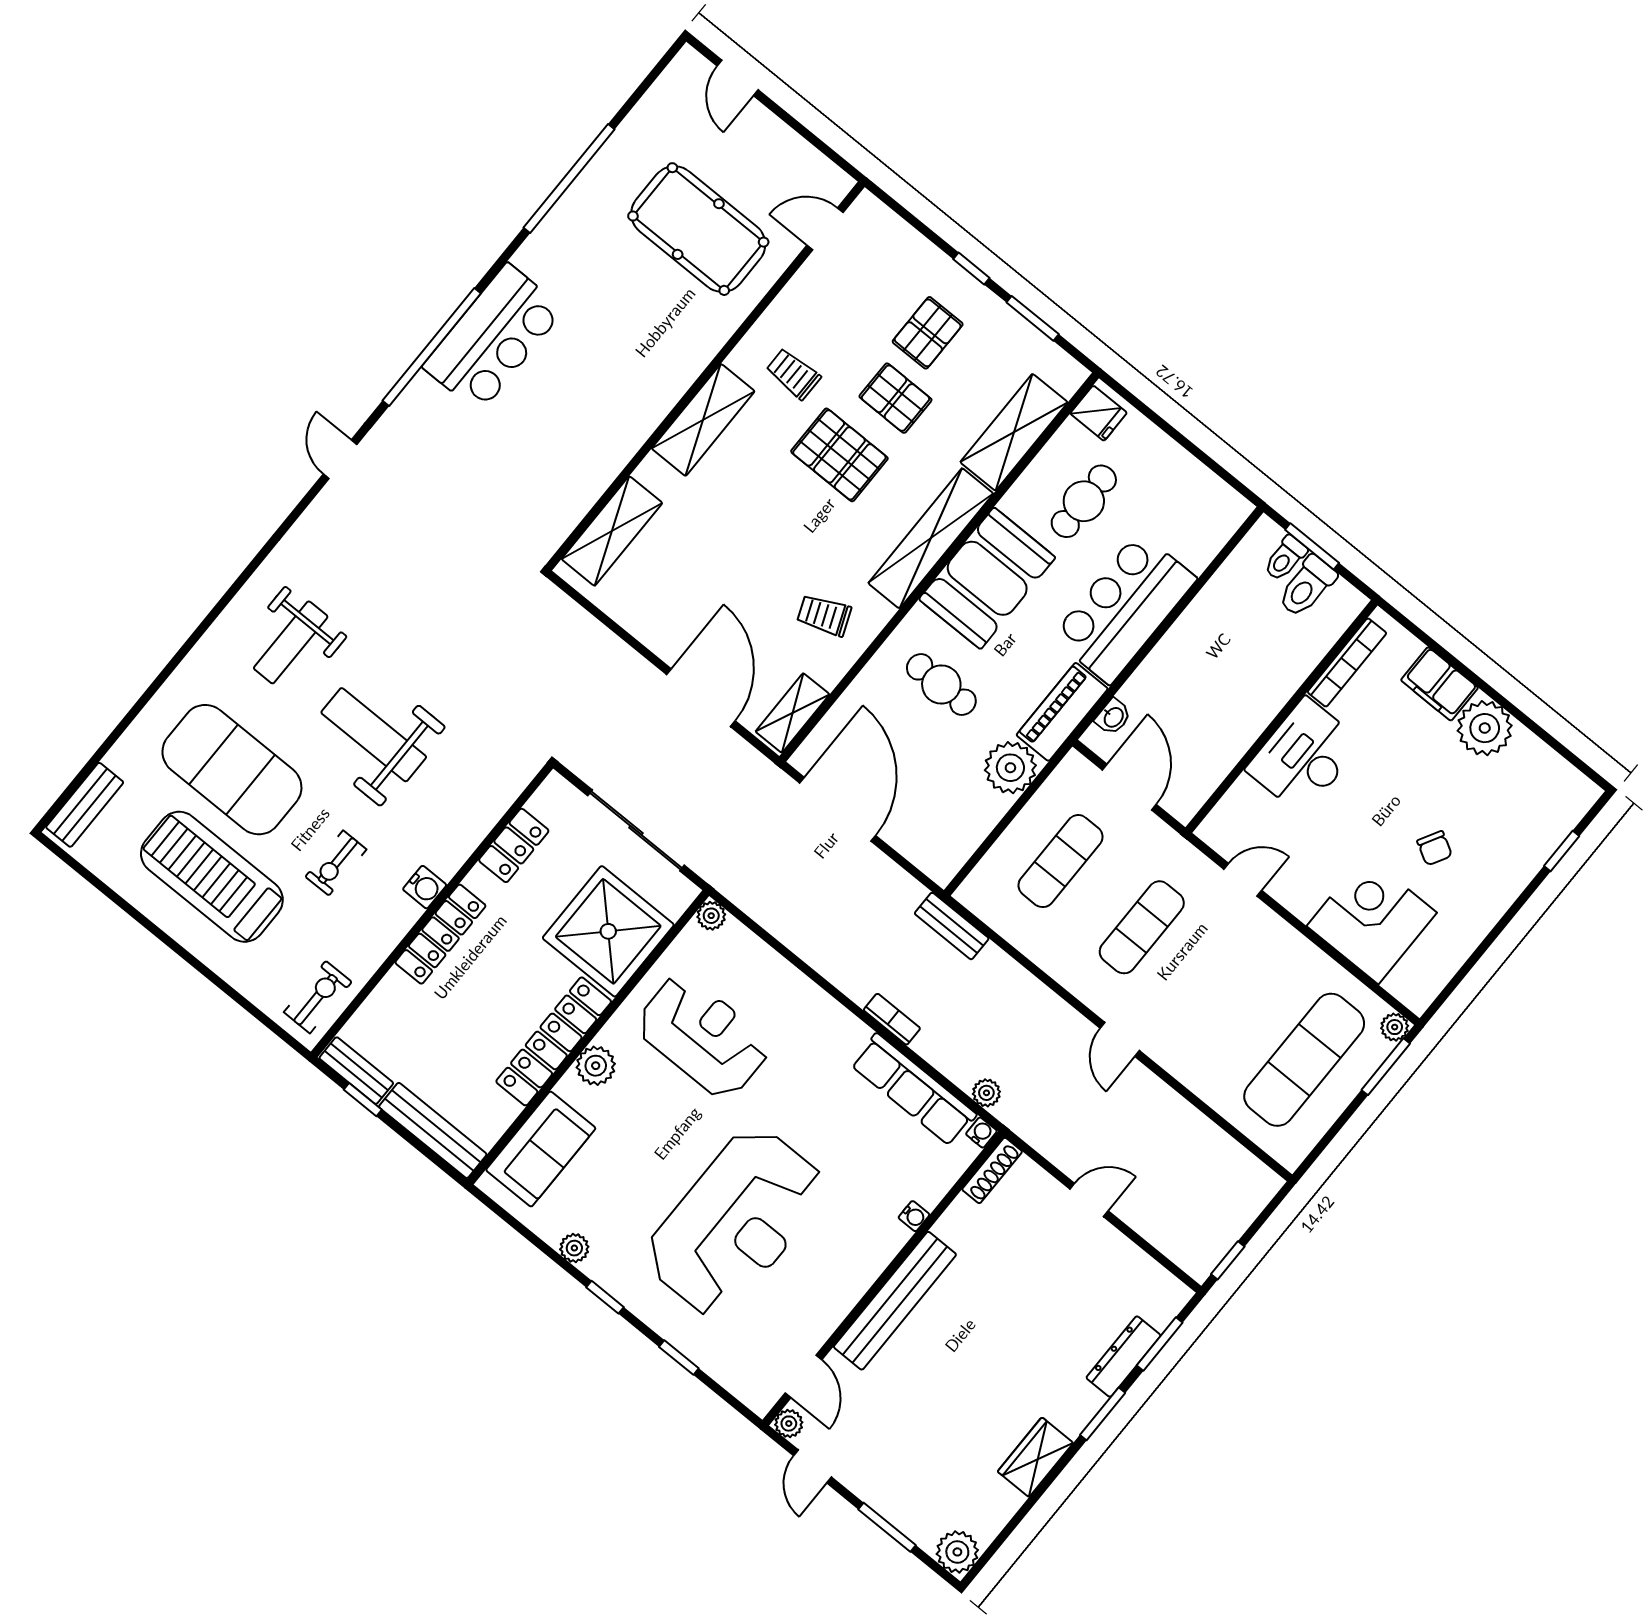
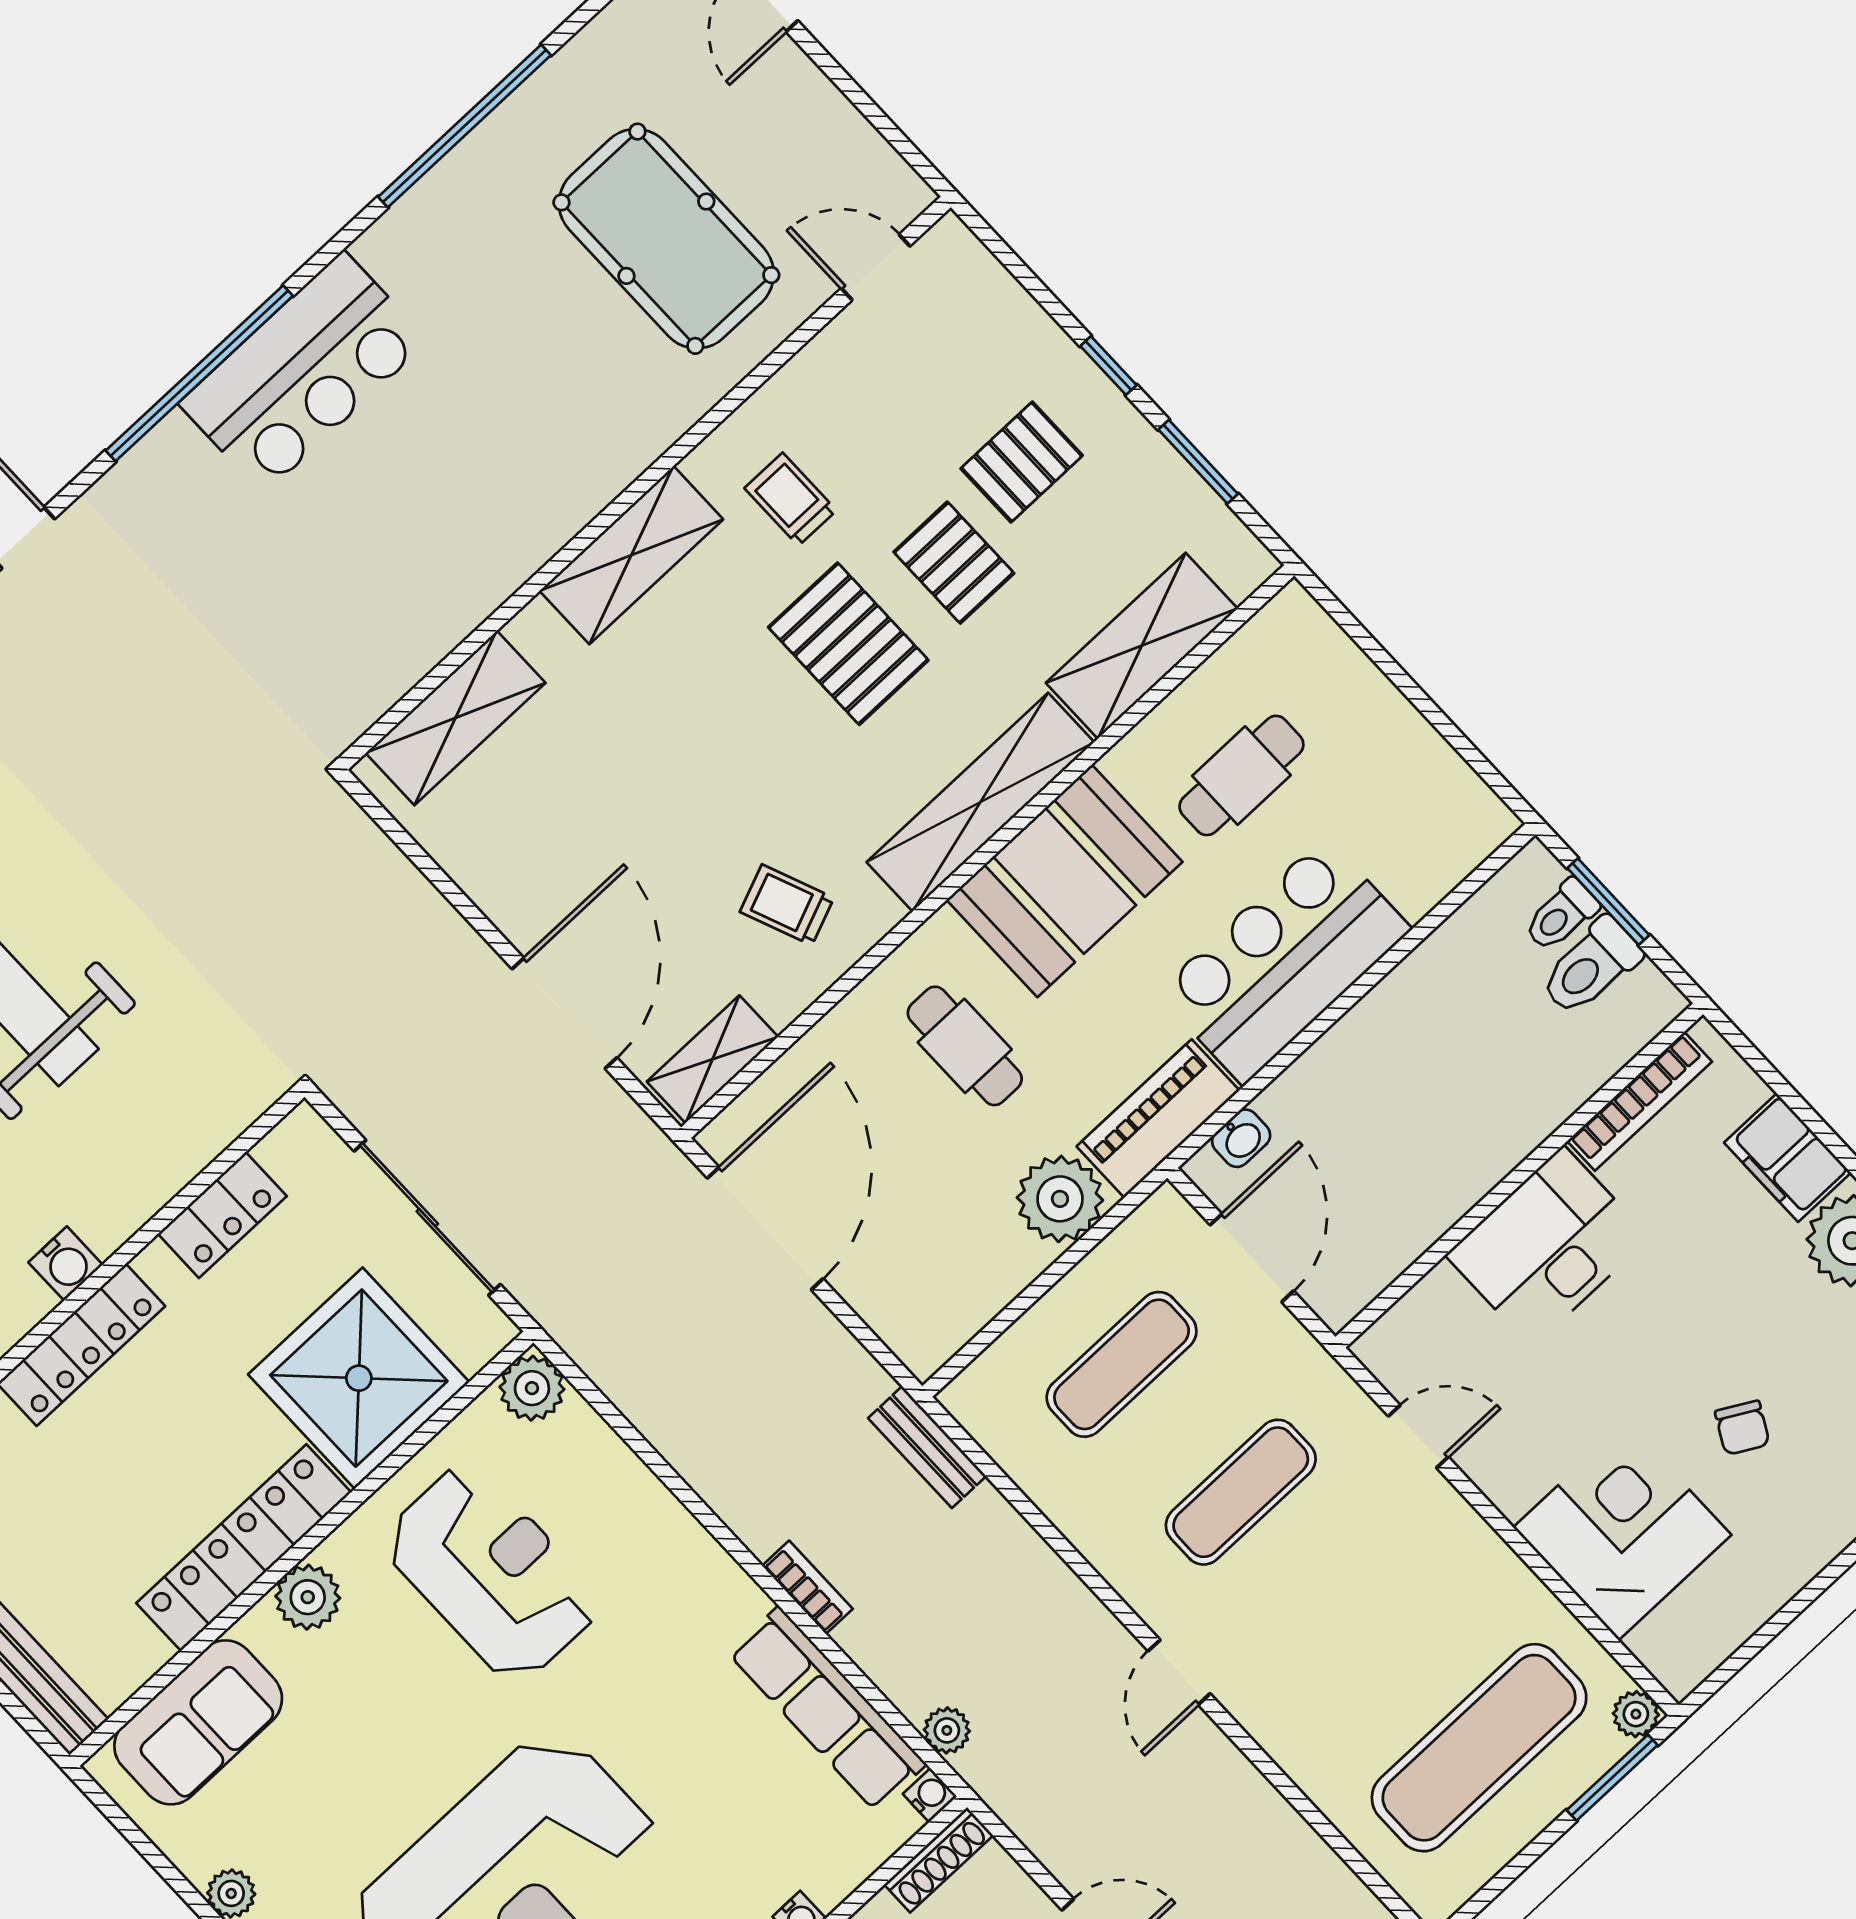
fridge: (1099, 413) -> (1286, 633), removed
plant: (711, 916) -> (532, 1388), width x1.38, depth x1.38

